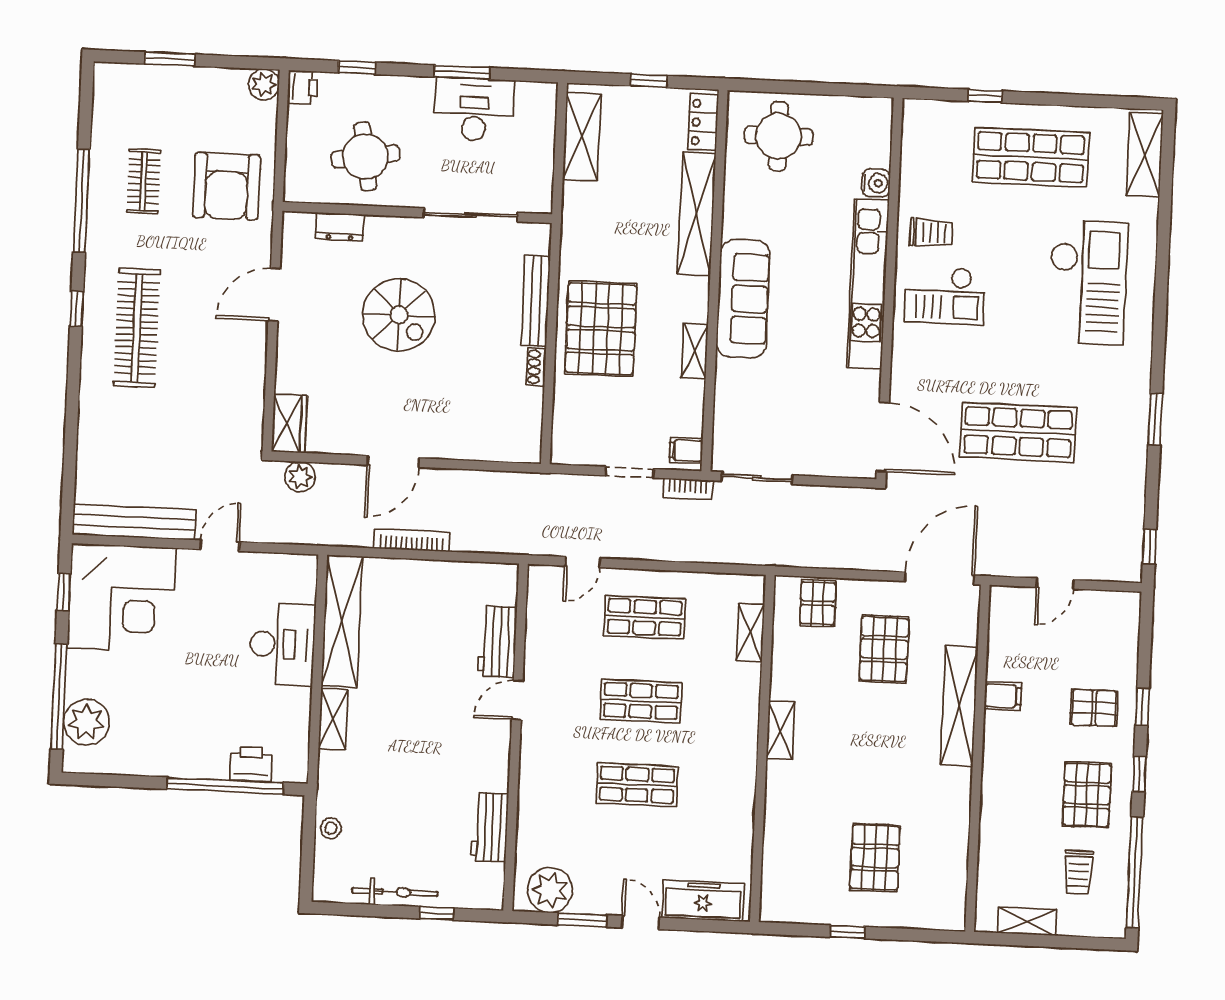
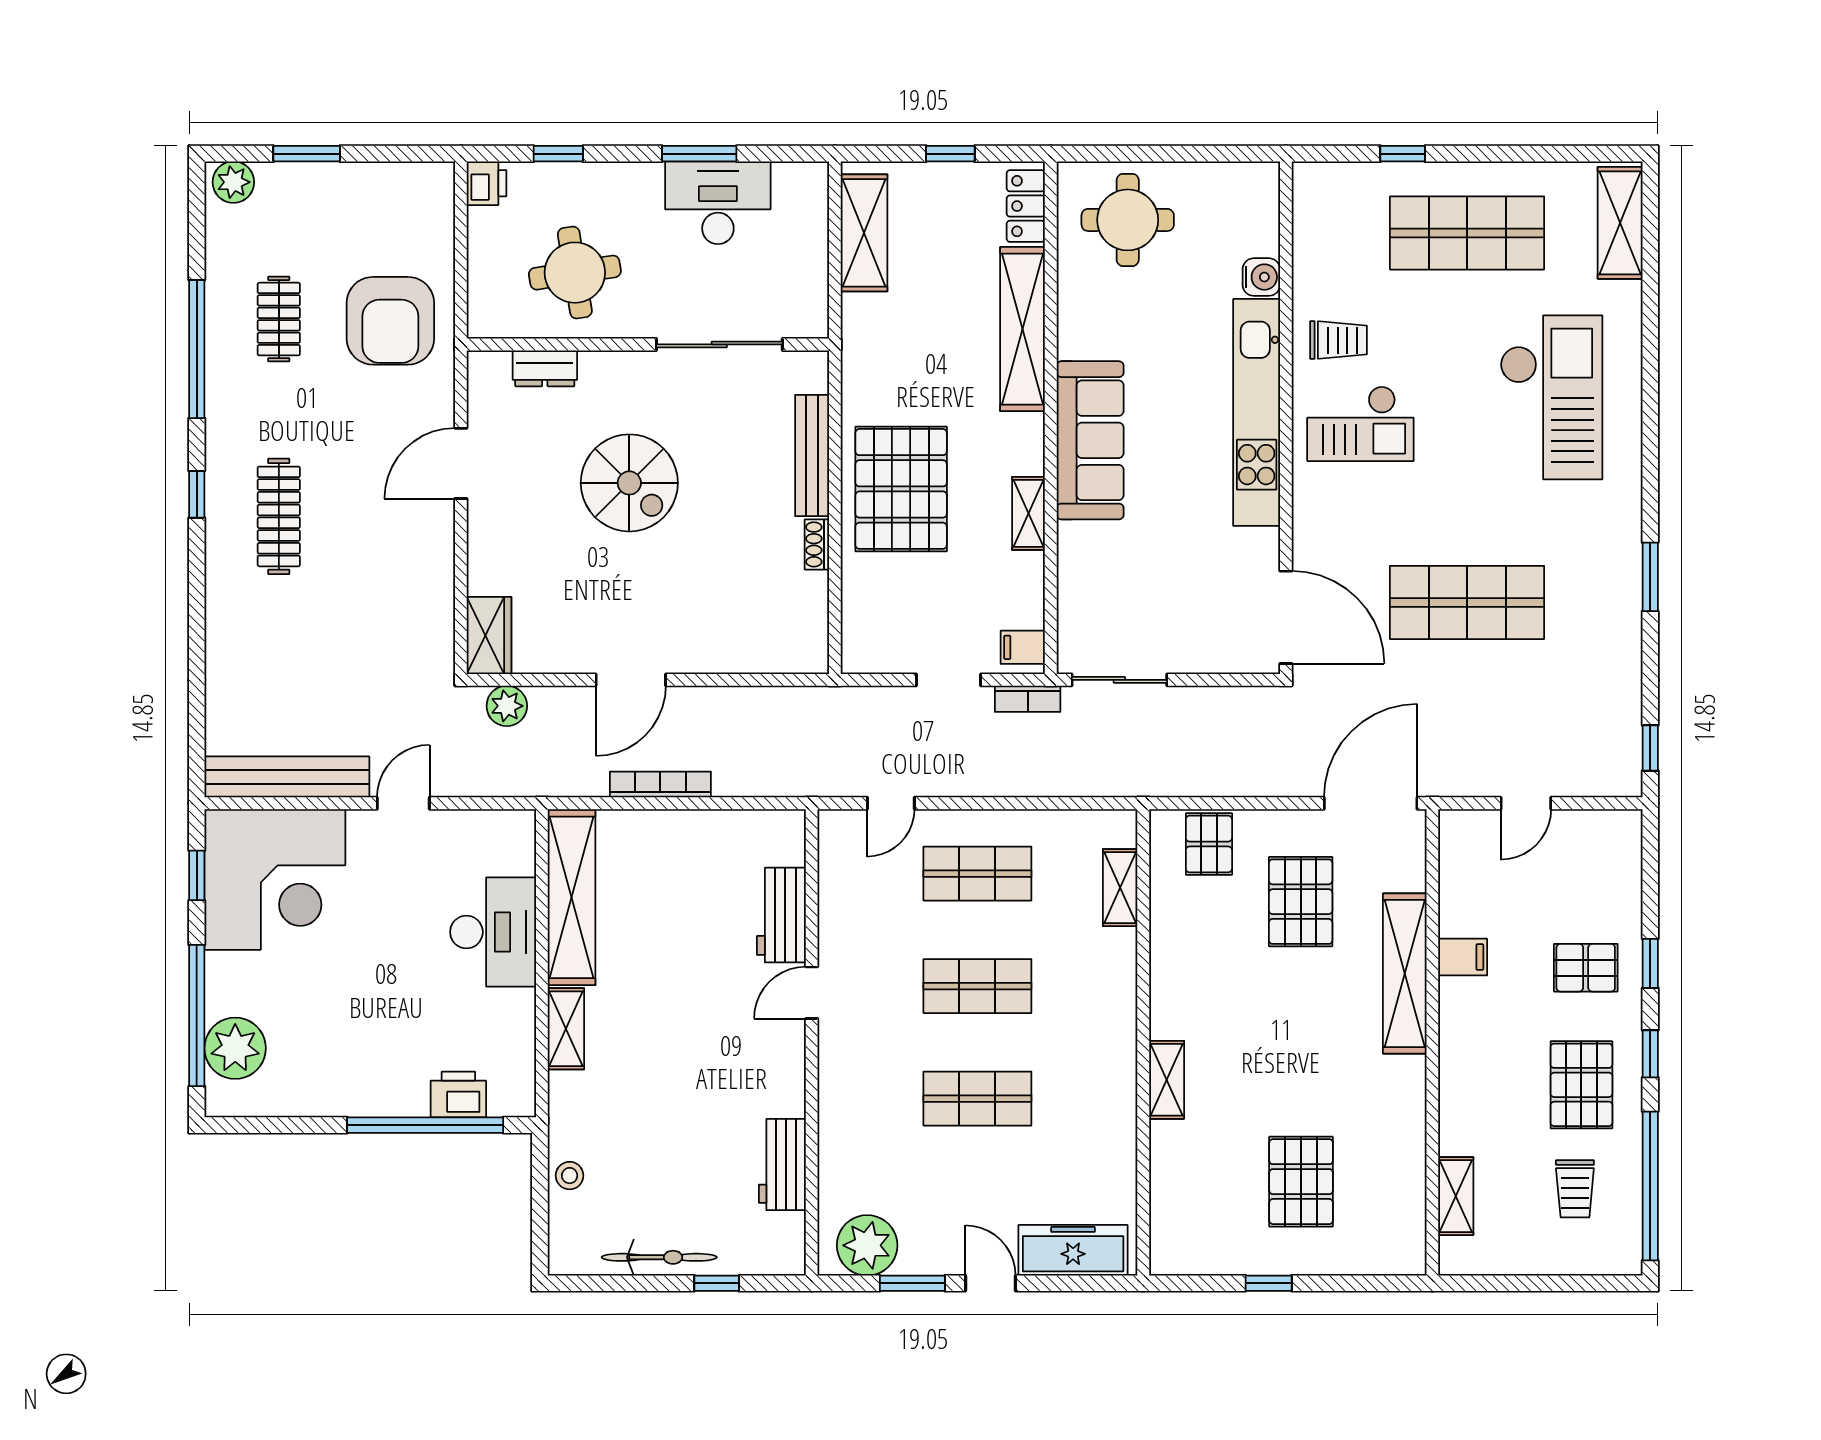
plant: (264, 84) -> (233, 182), moved
clothes rail: (137, 328) -> (279, 516), width x0.73, depth x0.76
shelving: (780, 730) -> (1167, 1080), moved
shelving: (1027, 921) -> (1456, 1196), moved, turned 90

